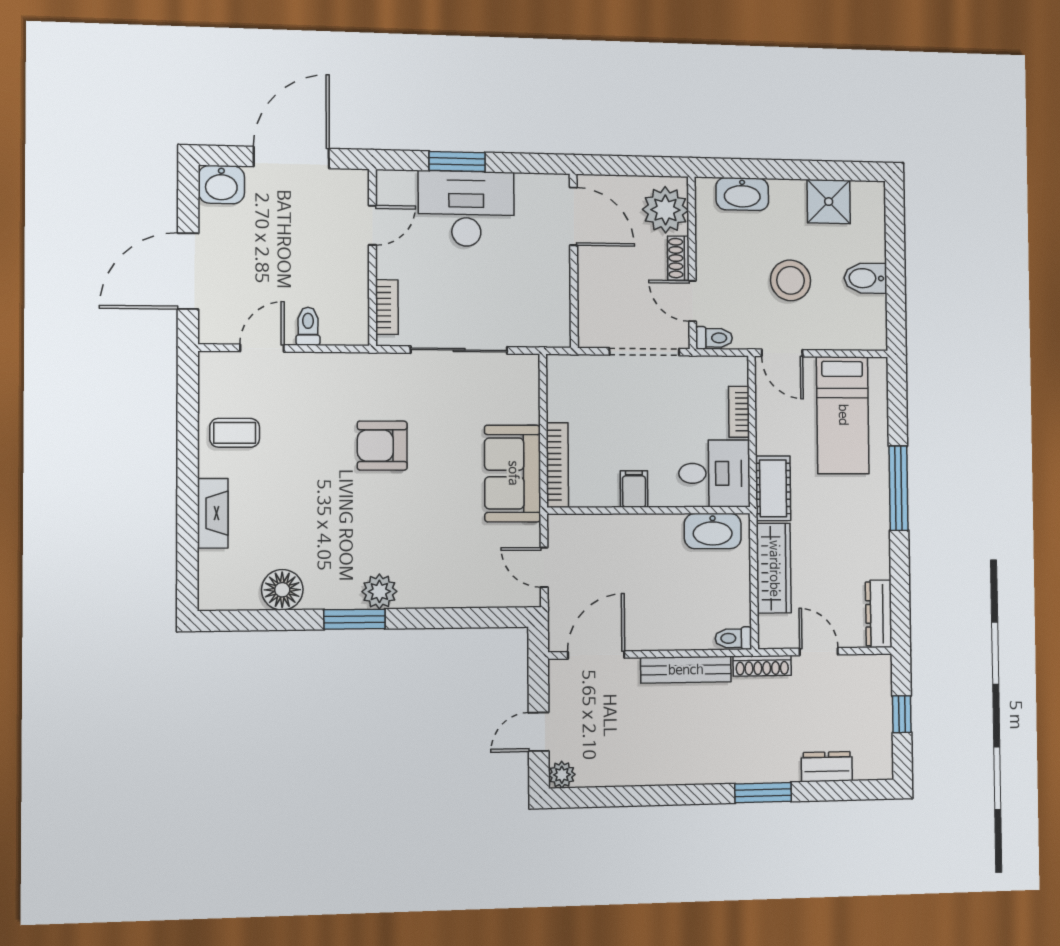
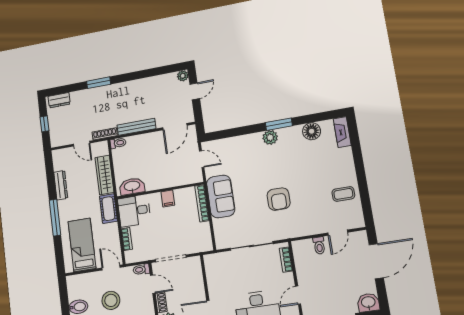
armchair: (382, 446) -> (279, 199), turned 90
fireplace: (213, 513) -> (342, 132), moved
dresser: (879, 614) -> (61, 185), moved
dresser: (827, 767) -> (59, 100), moved

